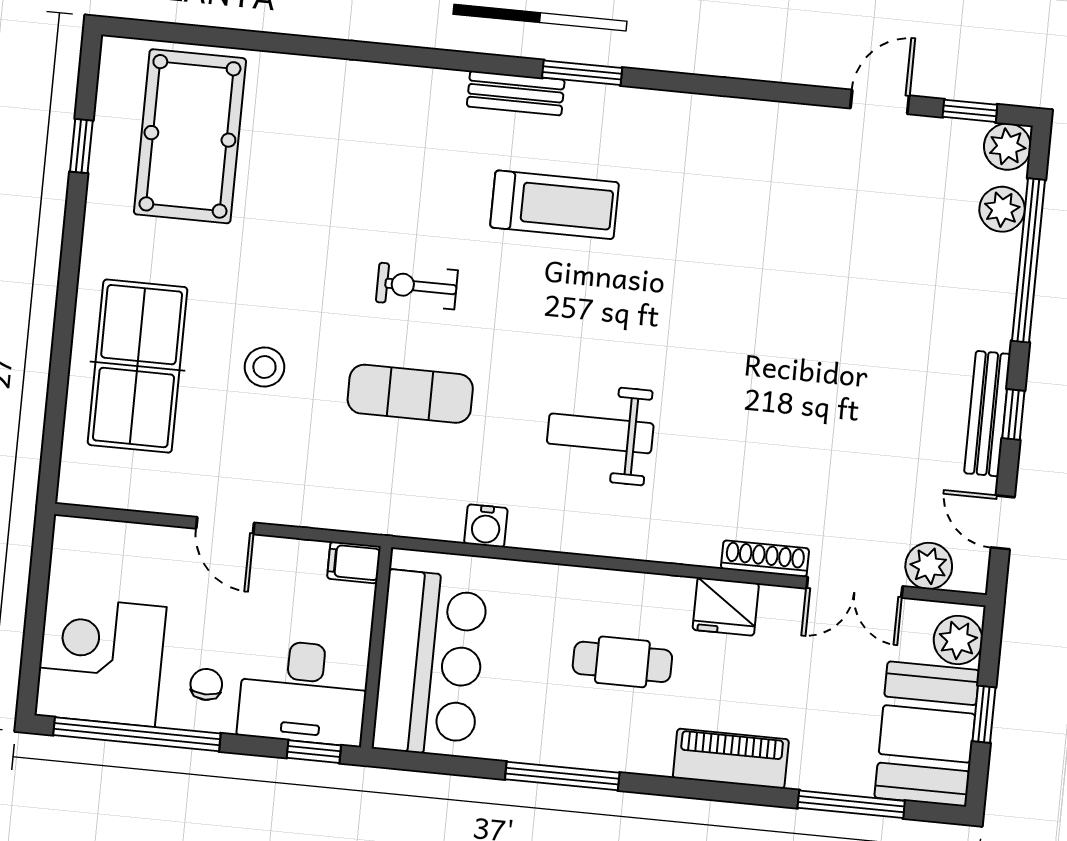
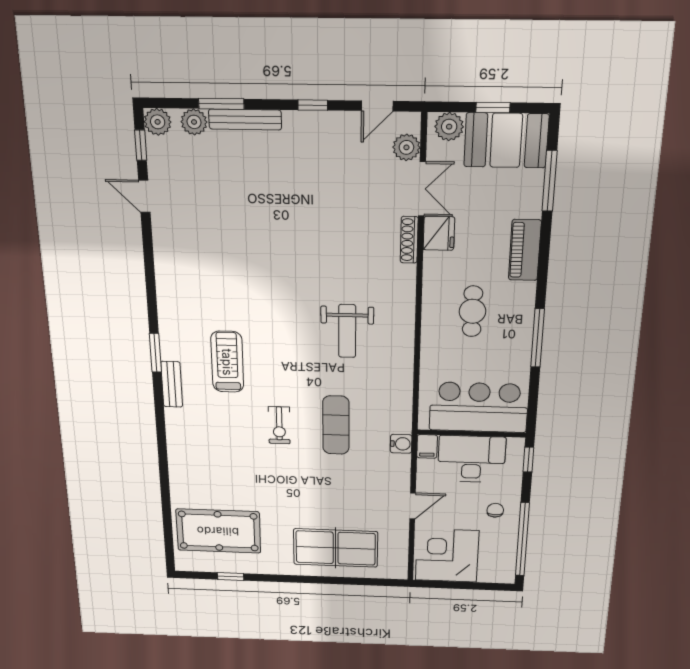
window: (1028, 260) -> (221, 104), width x0.47
stool: (264, 367) -> (330, 493), removed
bench: (987, 414) -> (245, 120), moved
water cooler: (486, 526) -> (401, 444), moved
fridge: (726, 607) -> (439, 233), moved
corner desk: (100, 661) -> (447, 556), moved, turned 90
chair: (206, 684) -> (495, 510), turned 90
desk: (303, 692) -> (472, 459), moved, turned -90

